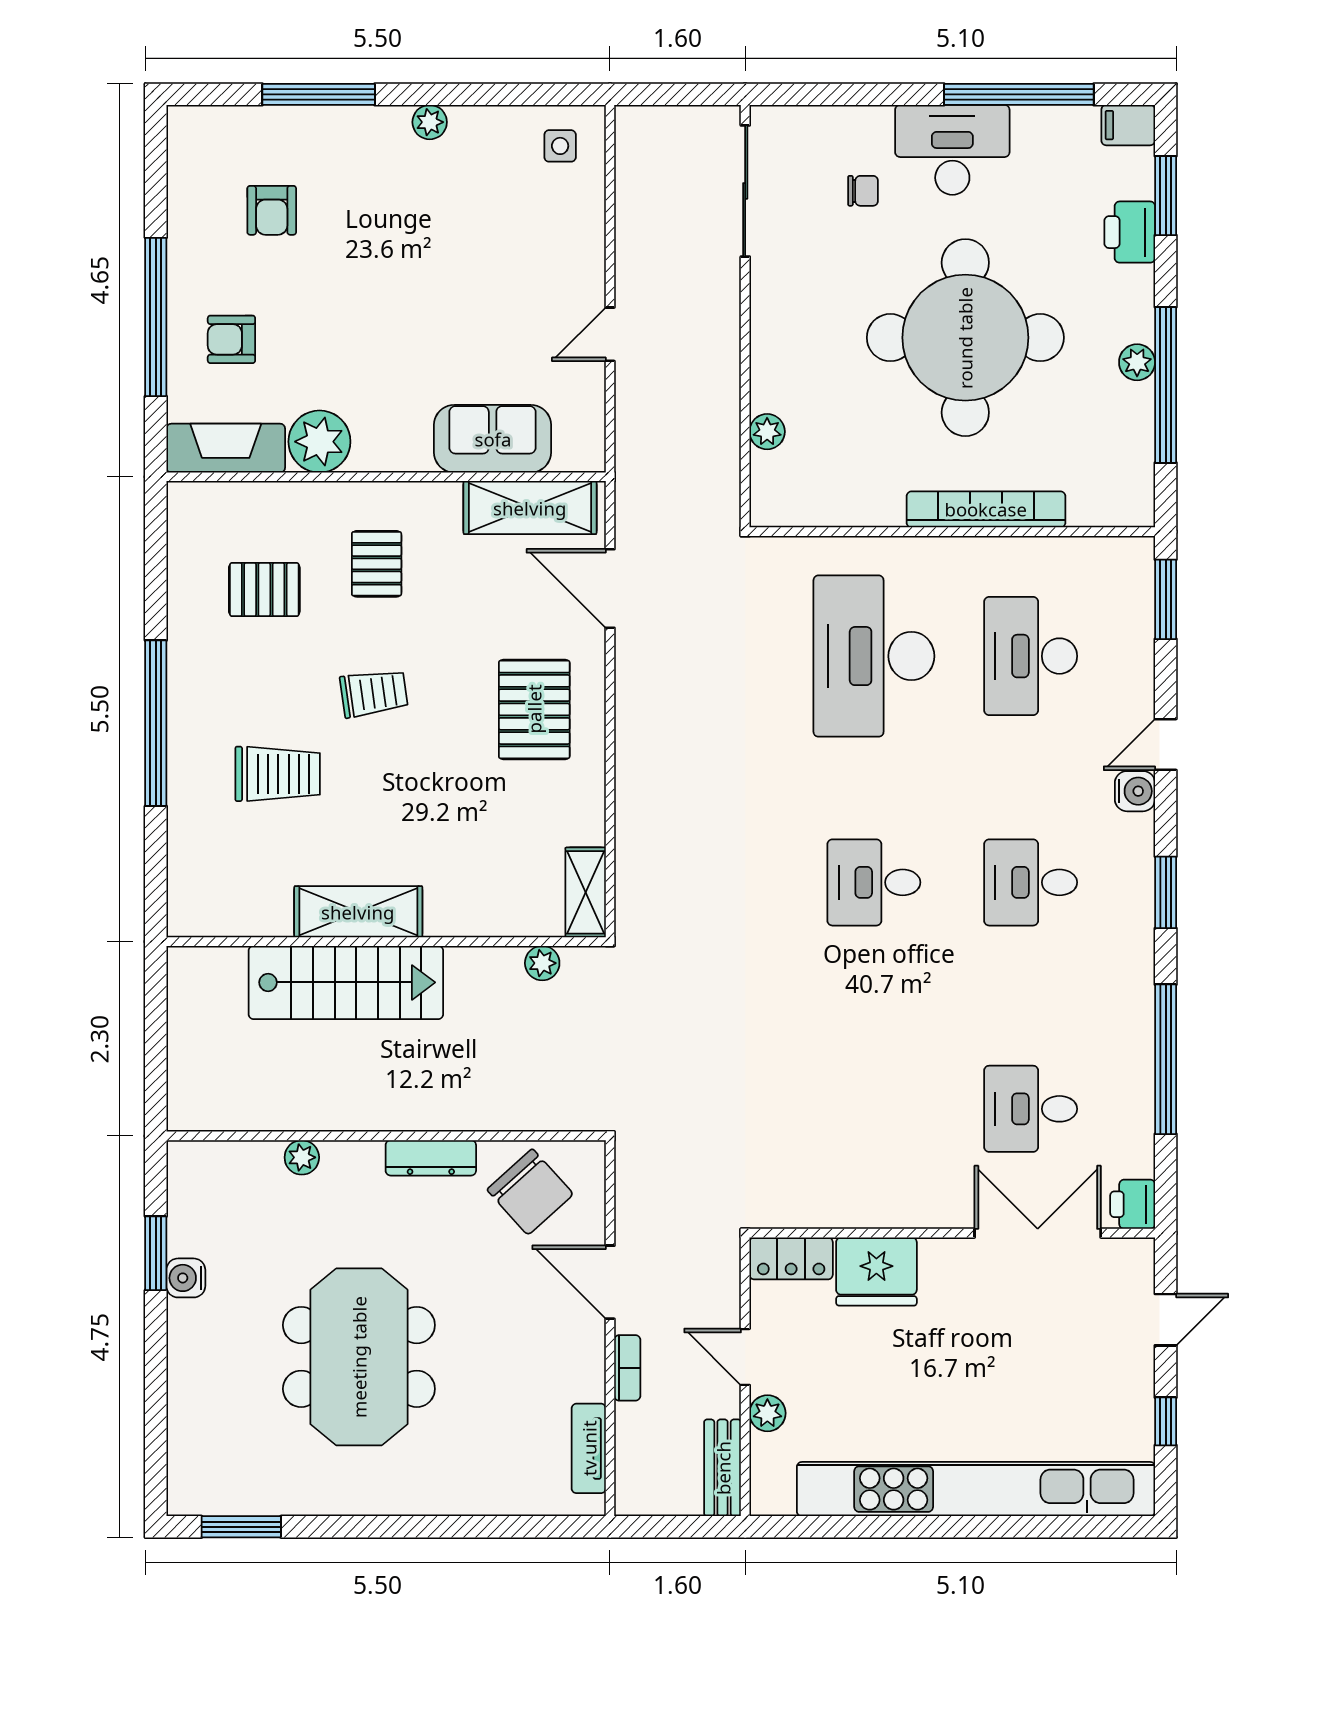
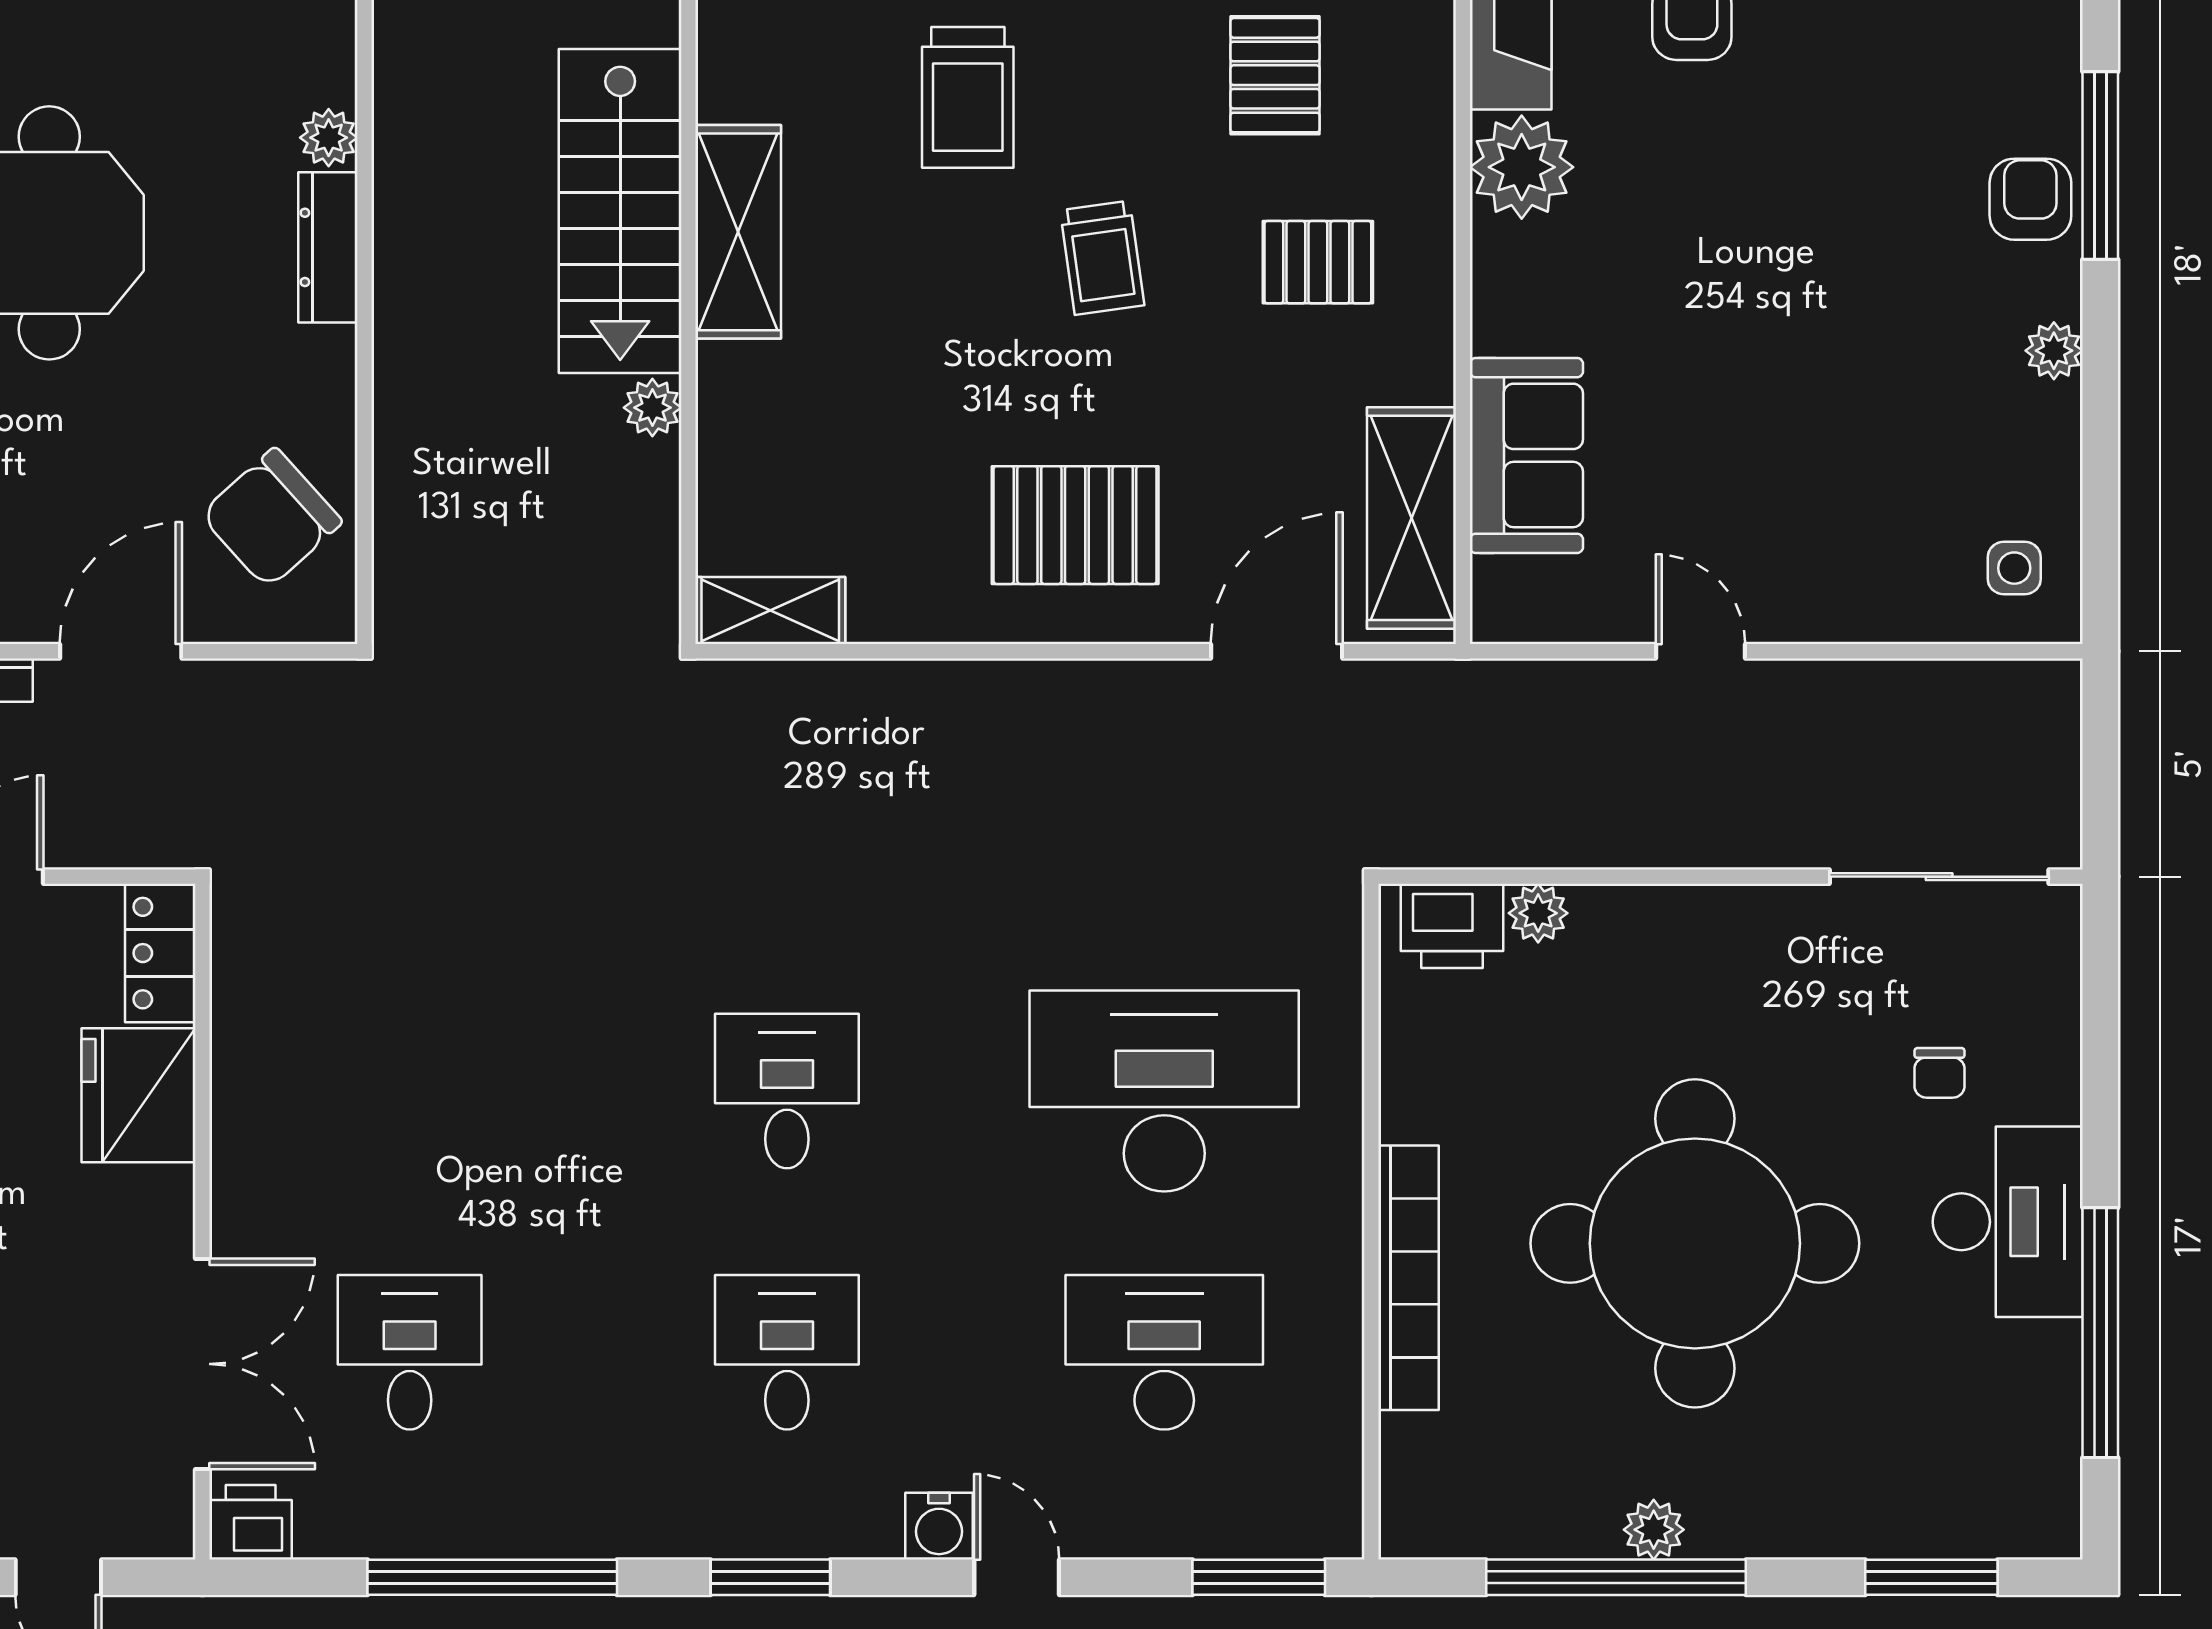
filing cabinet: (1128, 125) -> (2049, 1515), removed
armchair: (272, 210) -> (2030, 199), moved, turned 90
printer: (1130, 232) -> (1452, 926), moved, turned 180
plant: (542, 963) -> (652, 408), moved
dresser: (431, 1158) -> (328, 247), moved

